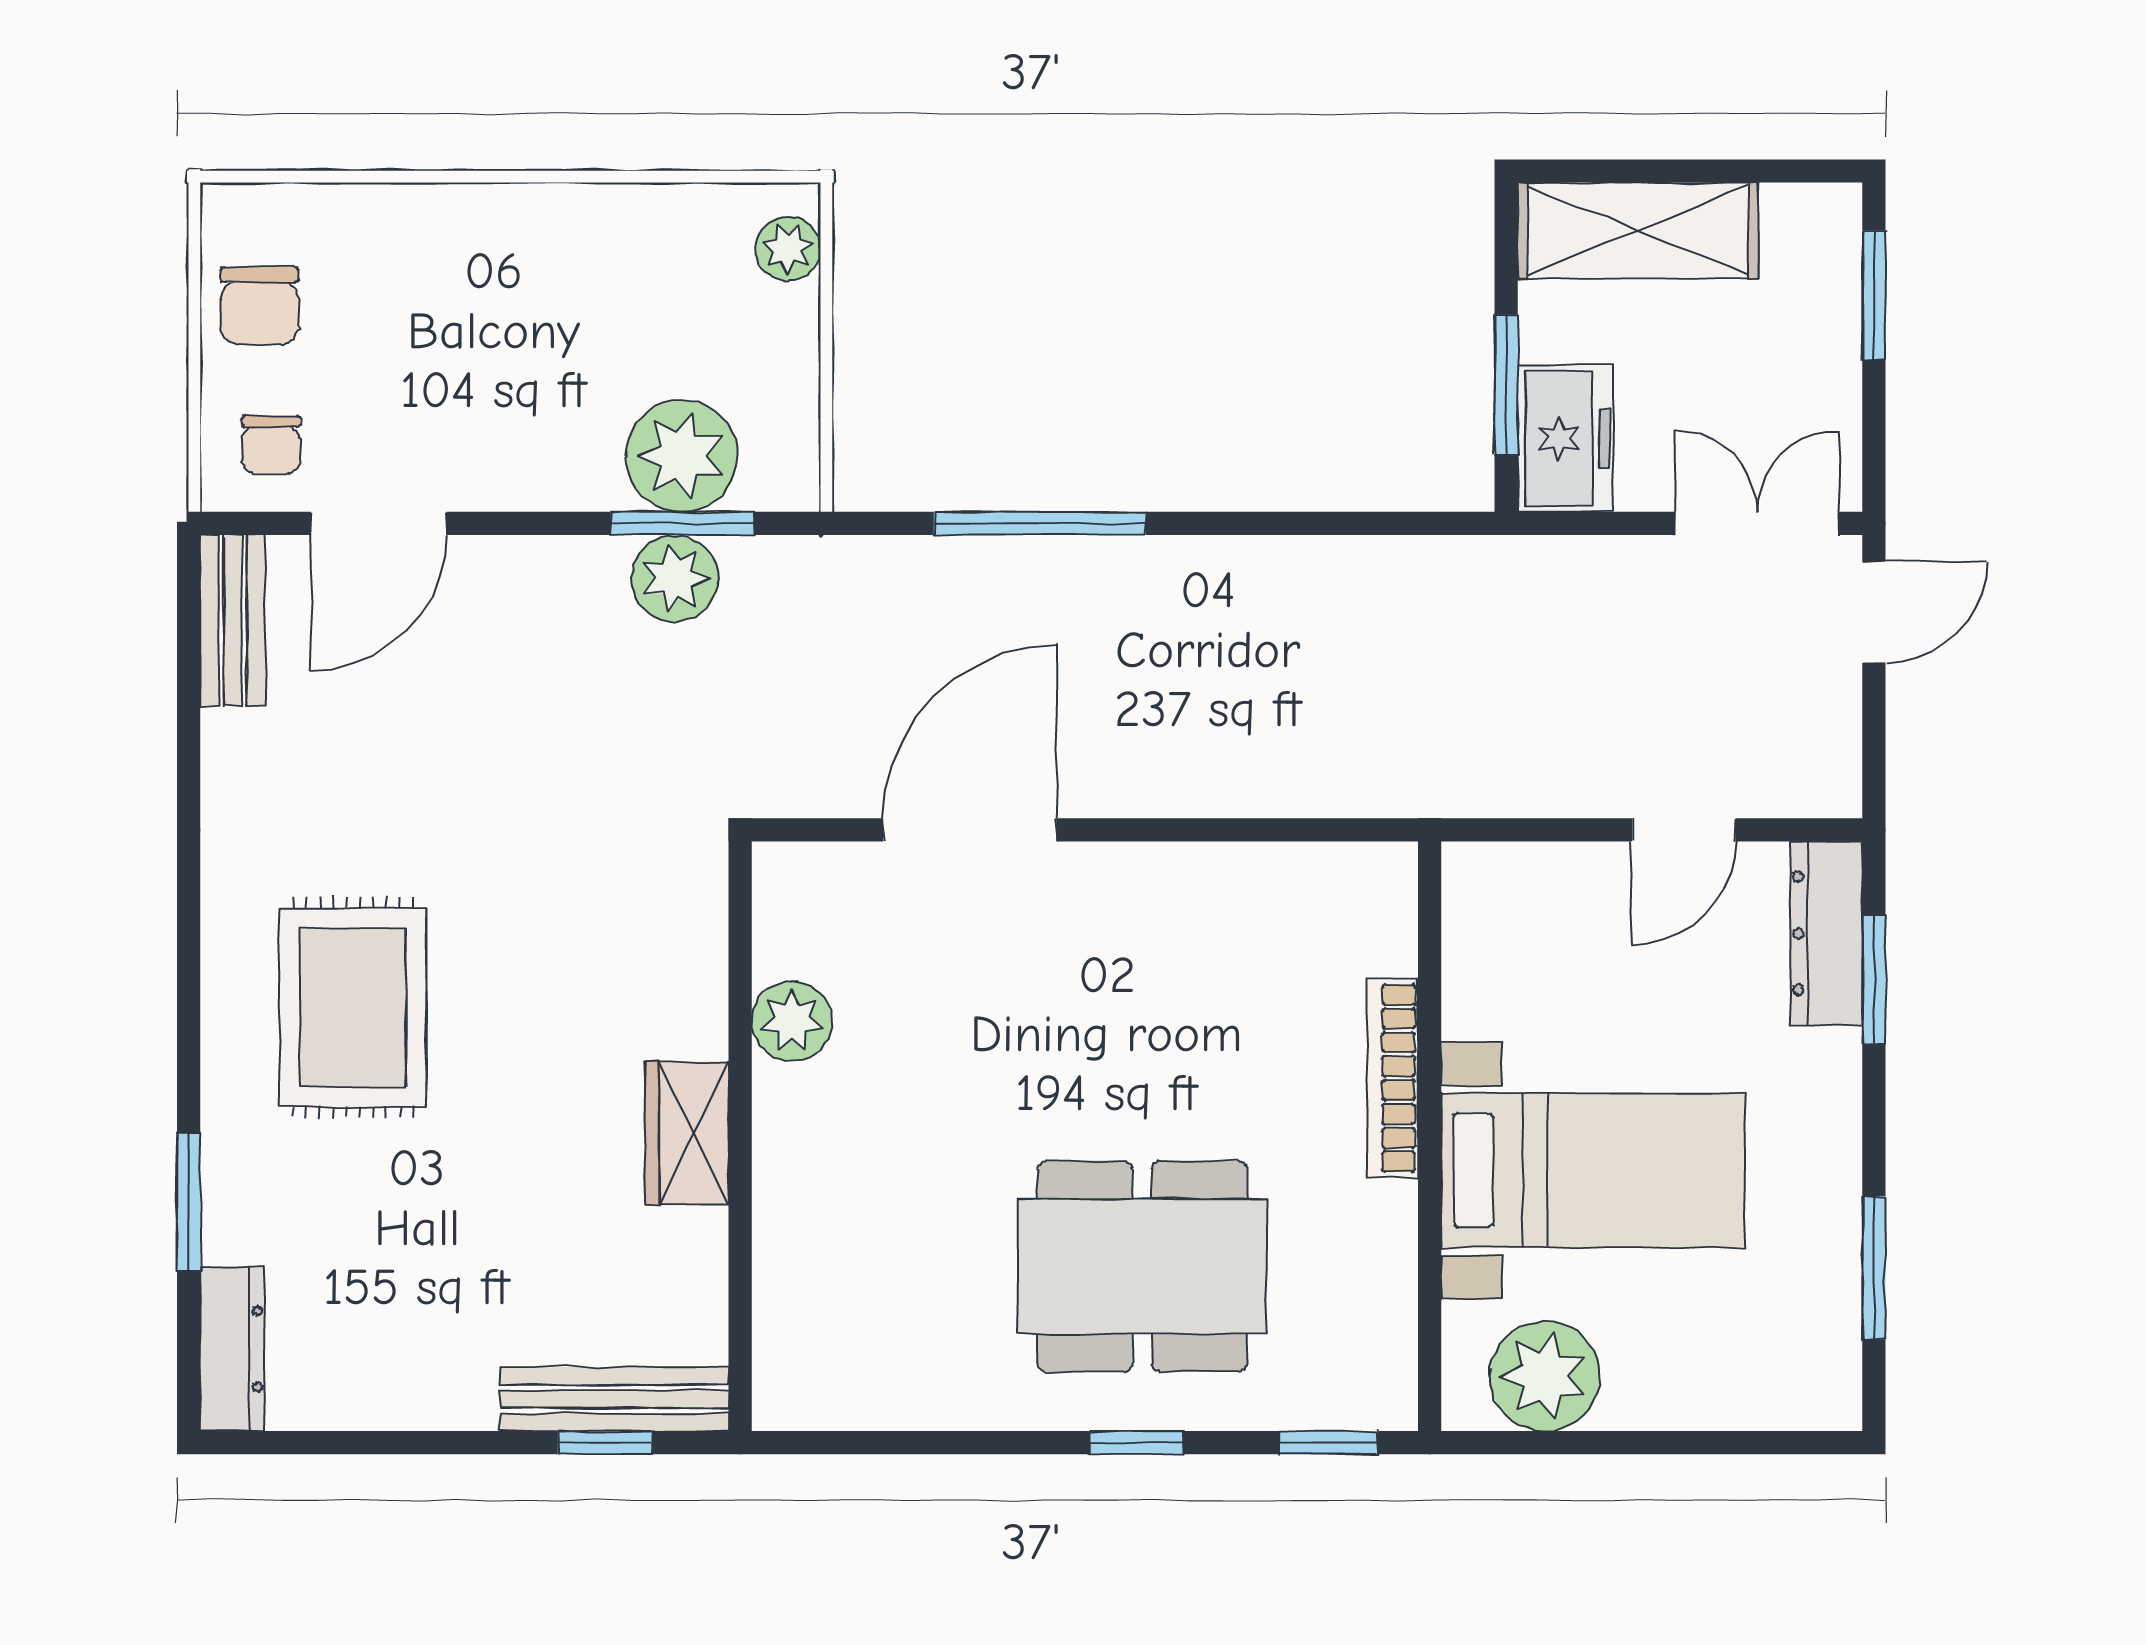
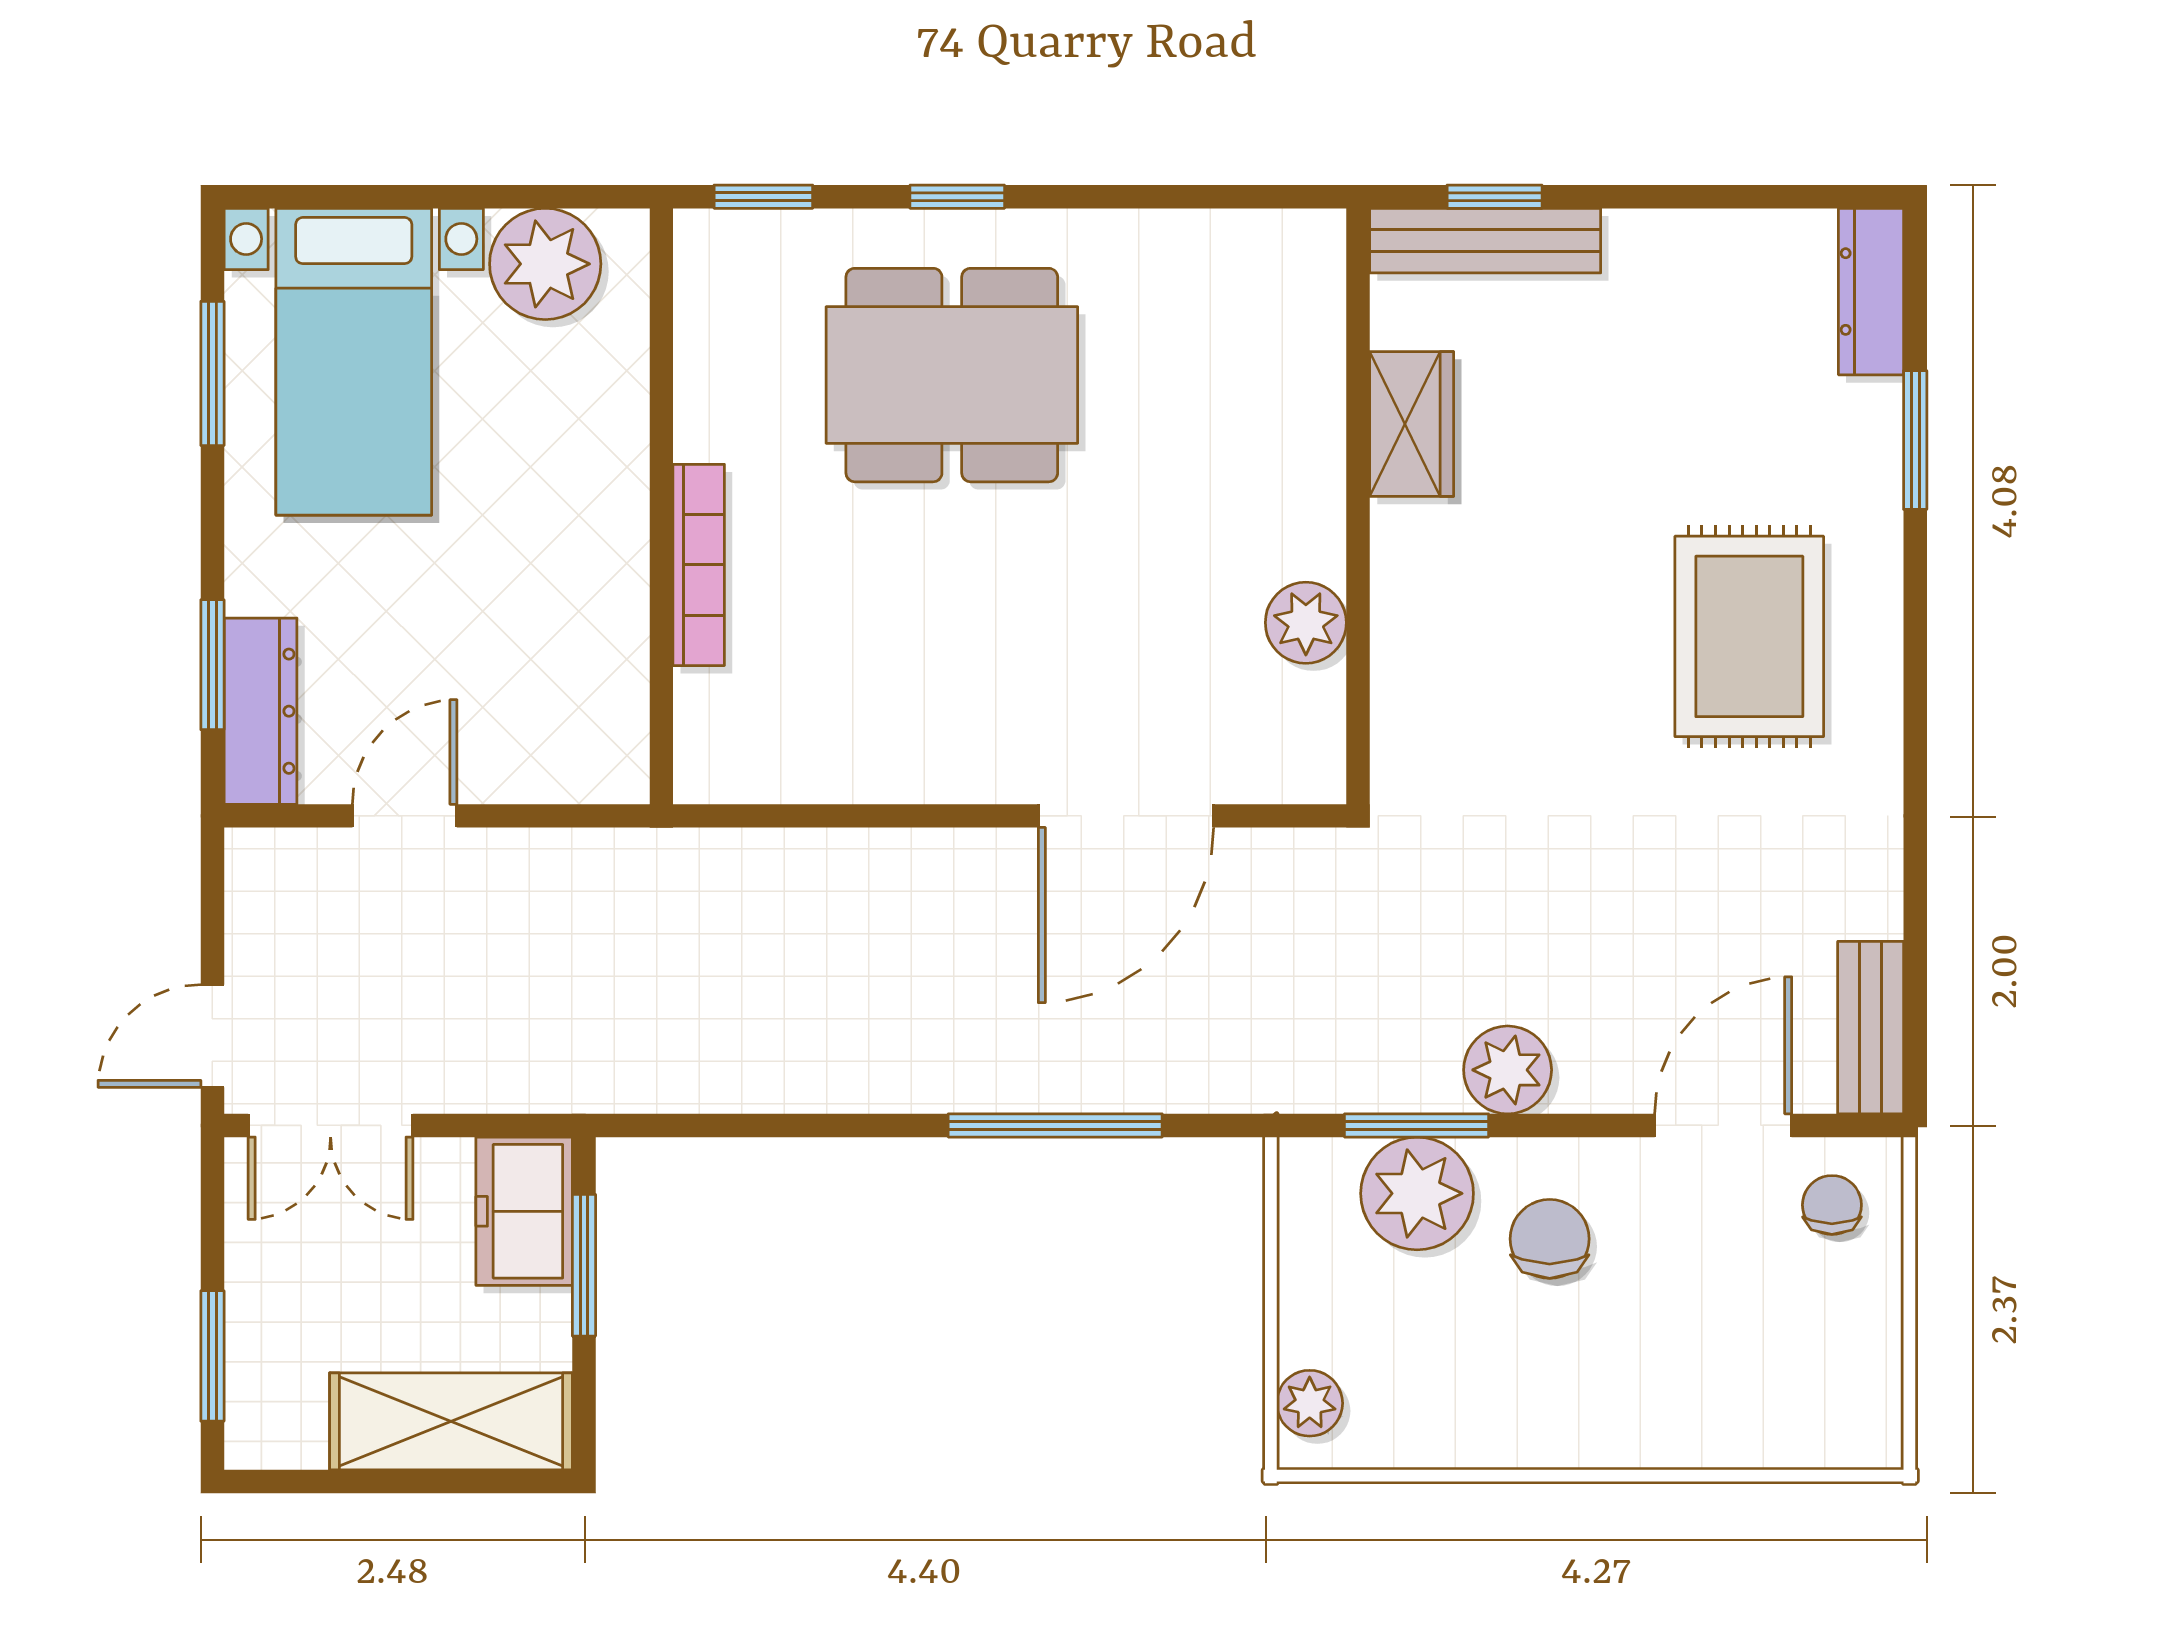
chair: (260, 306) -> (1550, 1239), moved
plant: (675, 578) -> (1508, 1070), moved
wardrobe: (687, 1133) -> (1412, 424), moved
bed with nightstands: (1593, 1170) -> (354, 362), moved, turned -90

